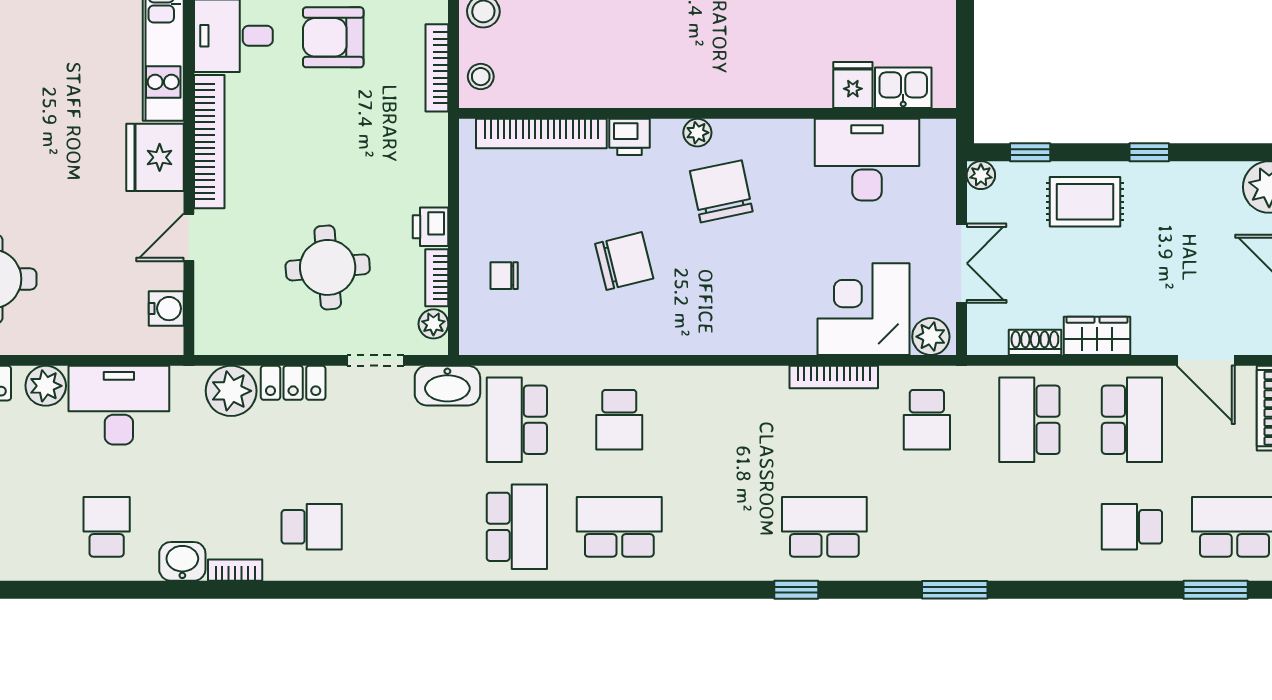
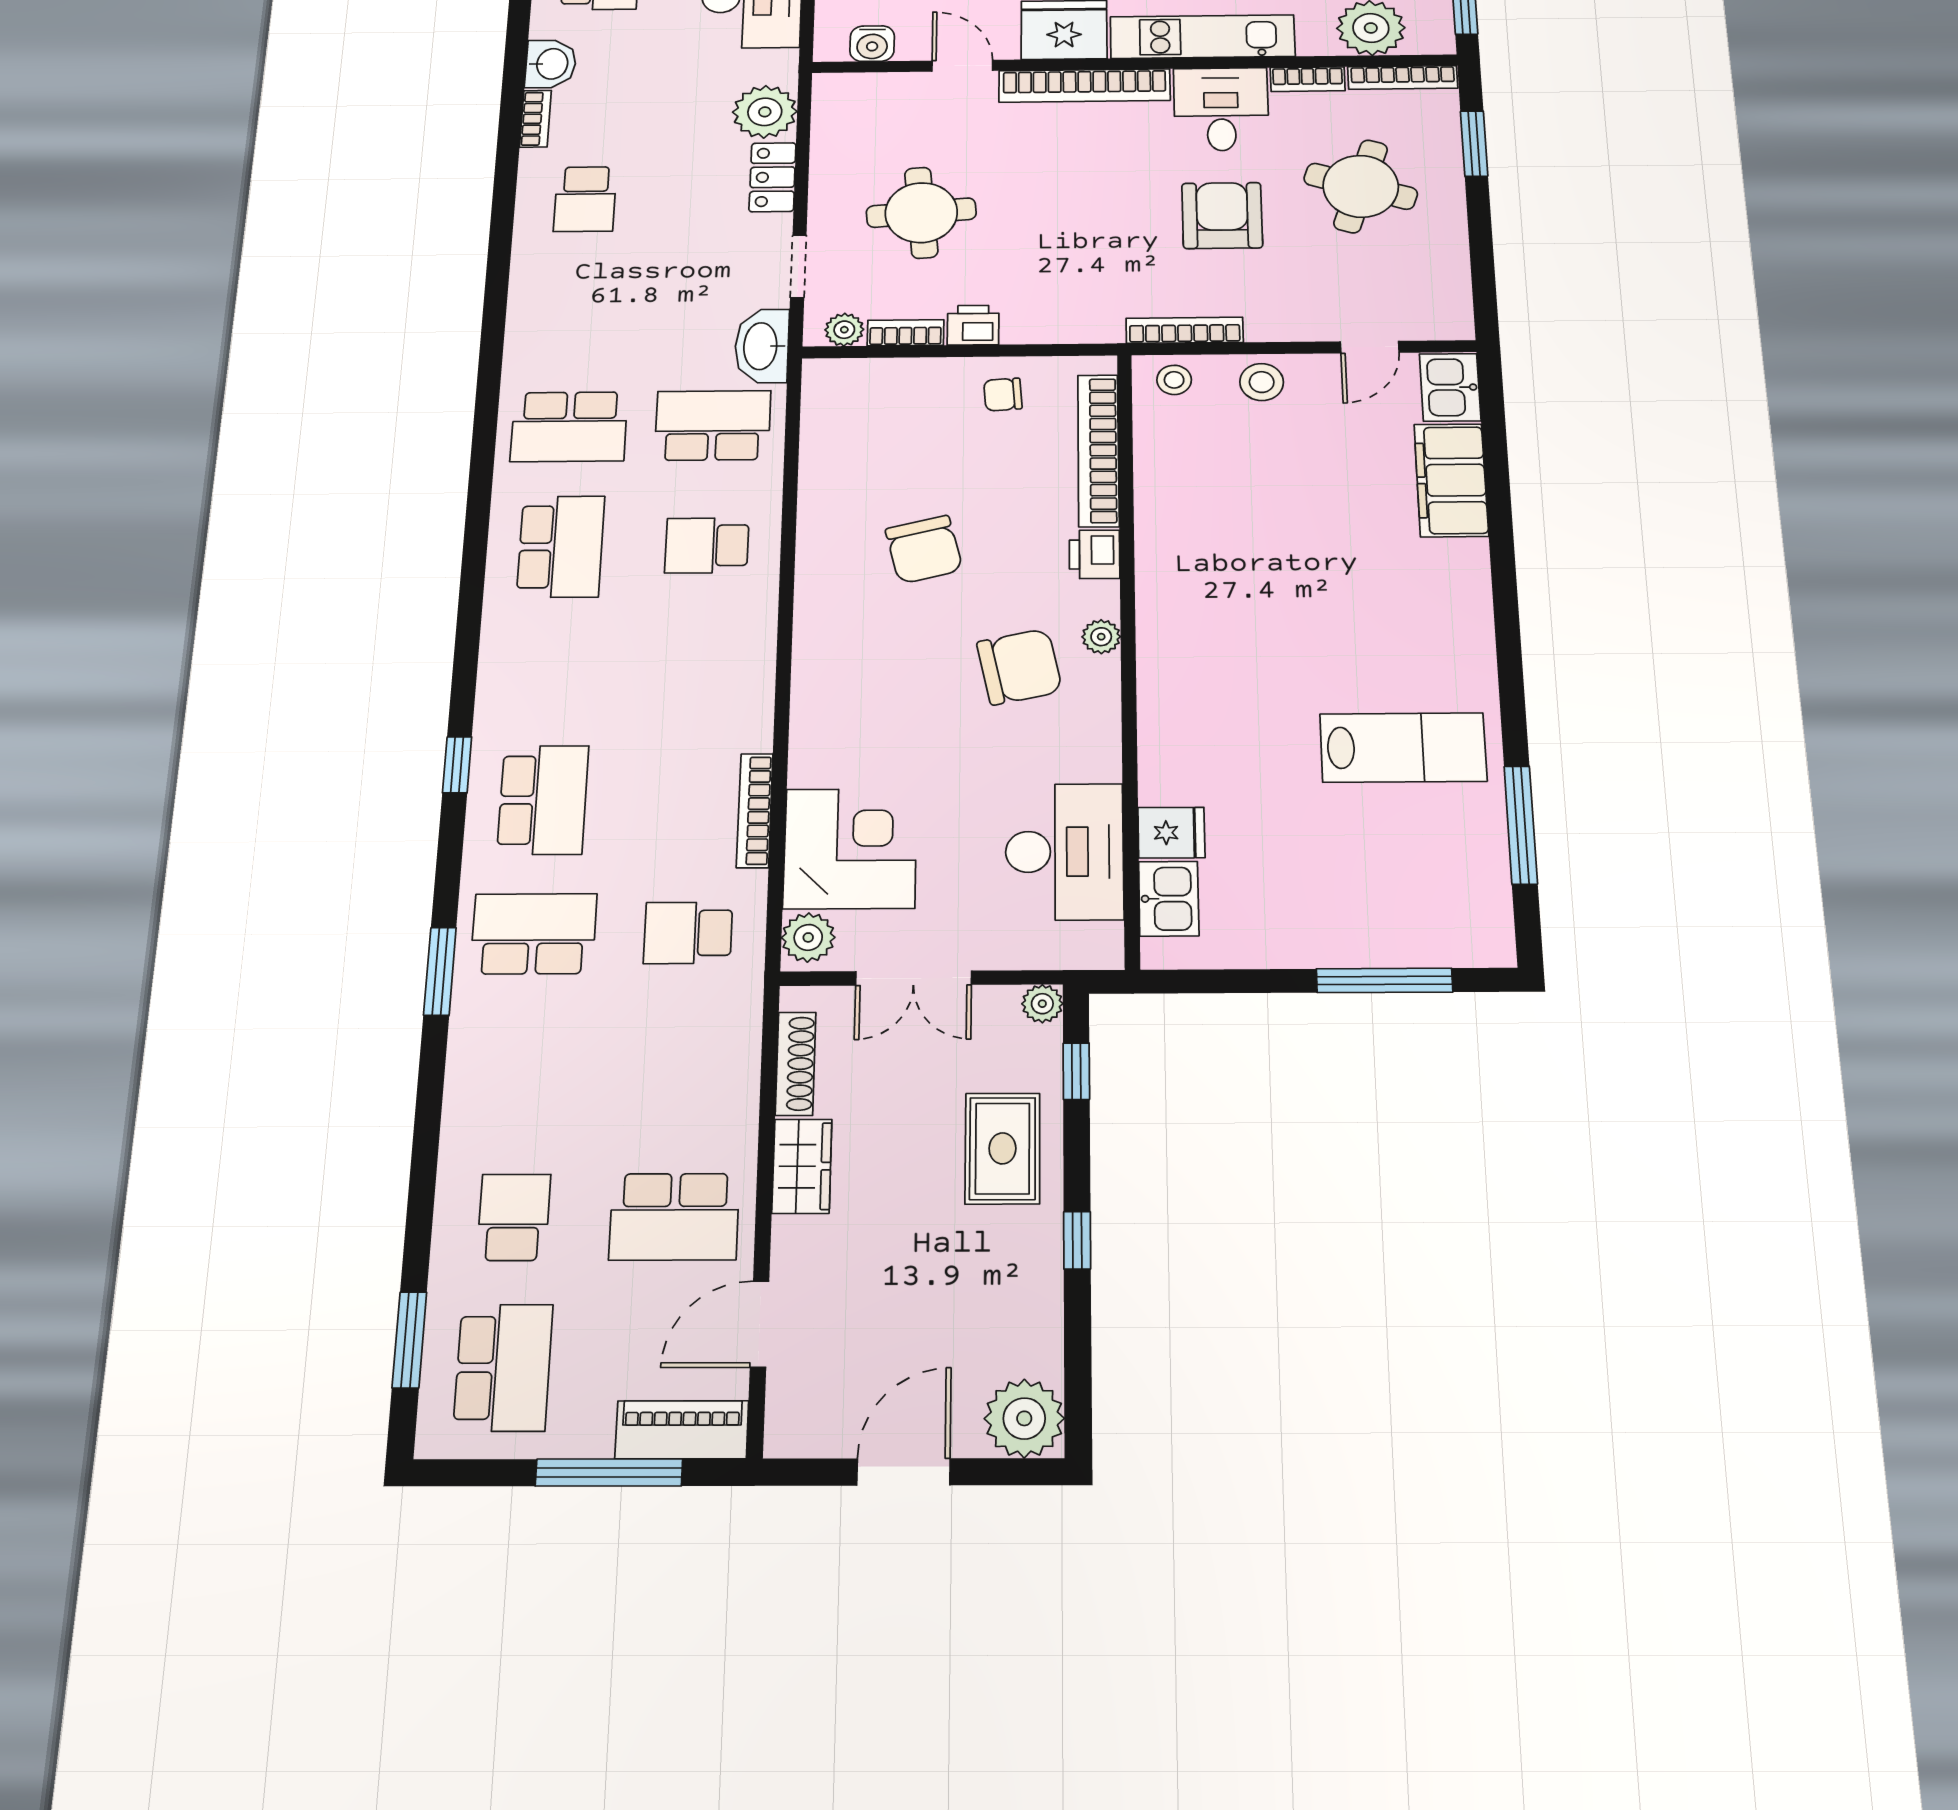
chair: (504, 276) -> (1003, 395), moved, turned -94
shoe rack: (1035, 342) -> (796, 1064), width x1.43
school desk: (1029, 420) -> (534, 934), moved

